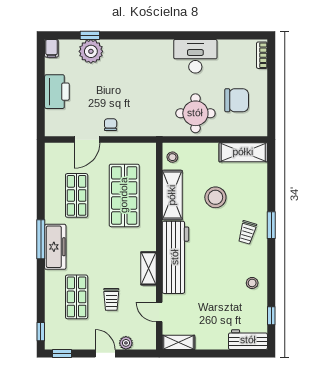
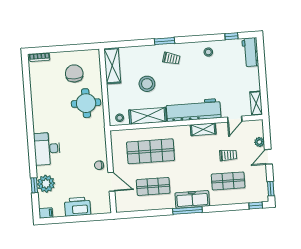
desk: (195, 56) -> (47, 149), moved

